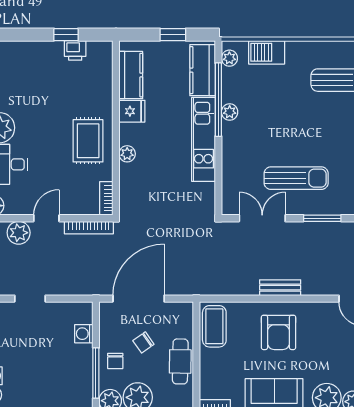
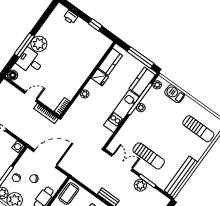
window: (173, 35) -> (140, 58), width x2.17
printer: (75, 50) -> (71, 17), moved
rug: (88, 141) -> (72, 77), removed
plant: (19, 233) -> (140, 185), moved
washing machine: (84, 334) -> (18, 147), moved

